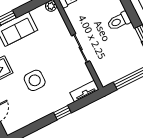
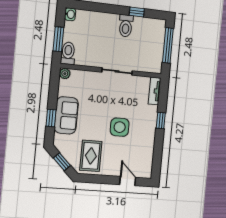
toilet: (119, 21) -> (126, 26), moved

